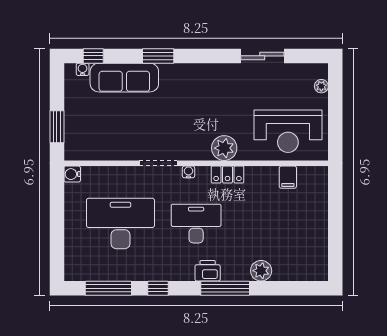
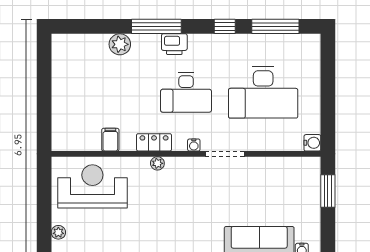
plant: (224, 148) -> (157, 163), width x0.53, depth x0.53
filing cabinet: (288, 177) -> (110, 140), moved

